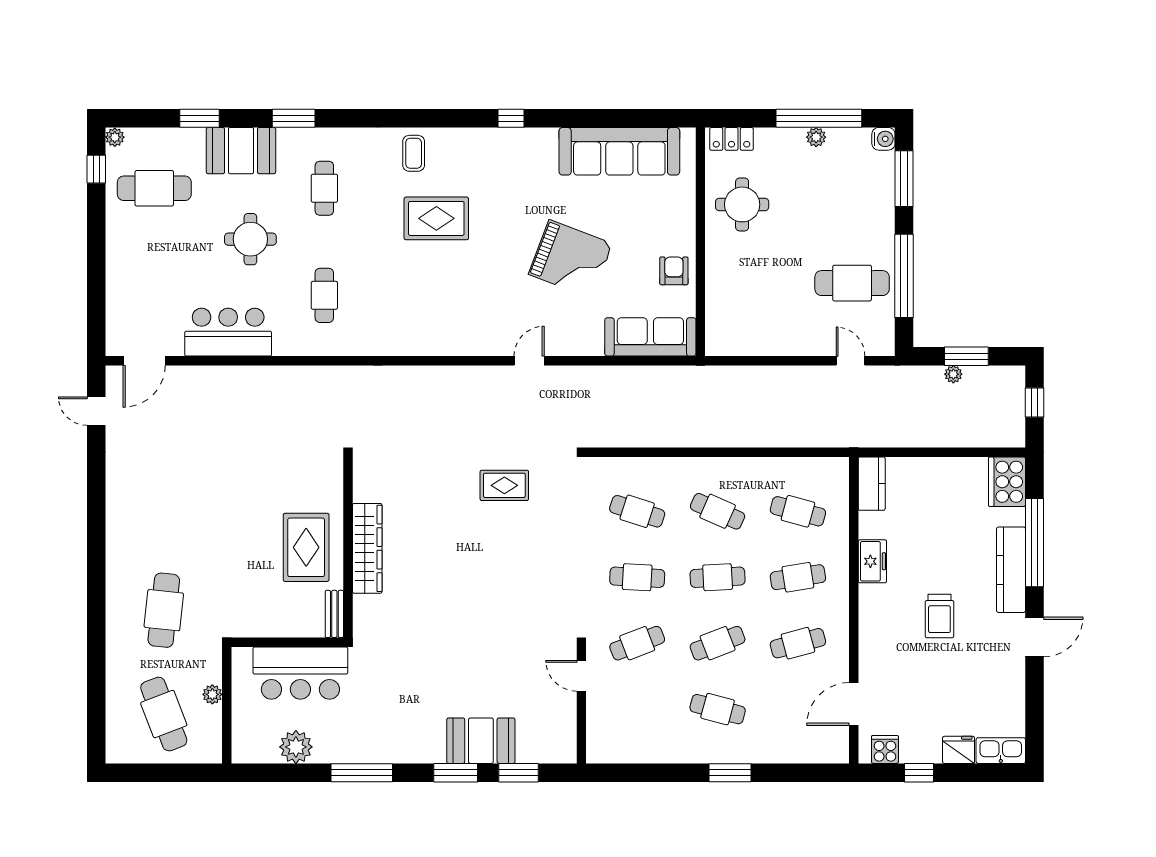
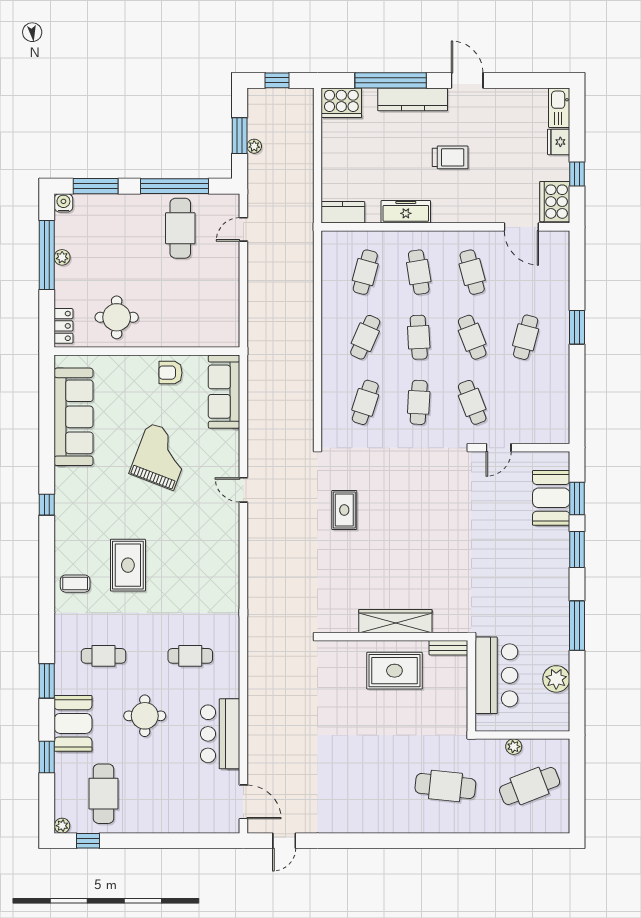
freezer: (872, 561) -> (406, 212), width x1.40
booth: (481, 741) -> (551, 498), moved
cooker: (885, 749) -> (555, 202), width x1.87, depth x1.31

